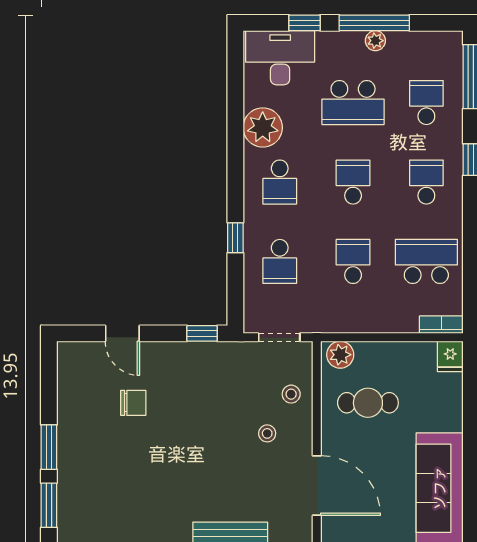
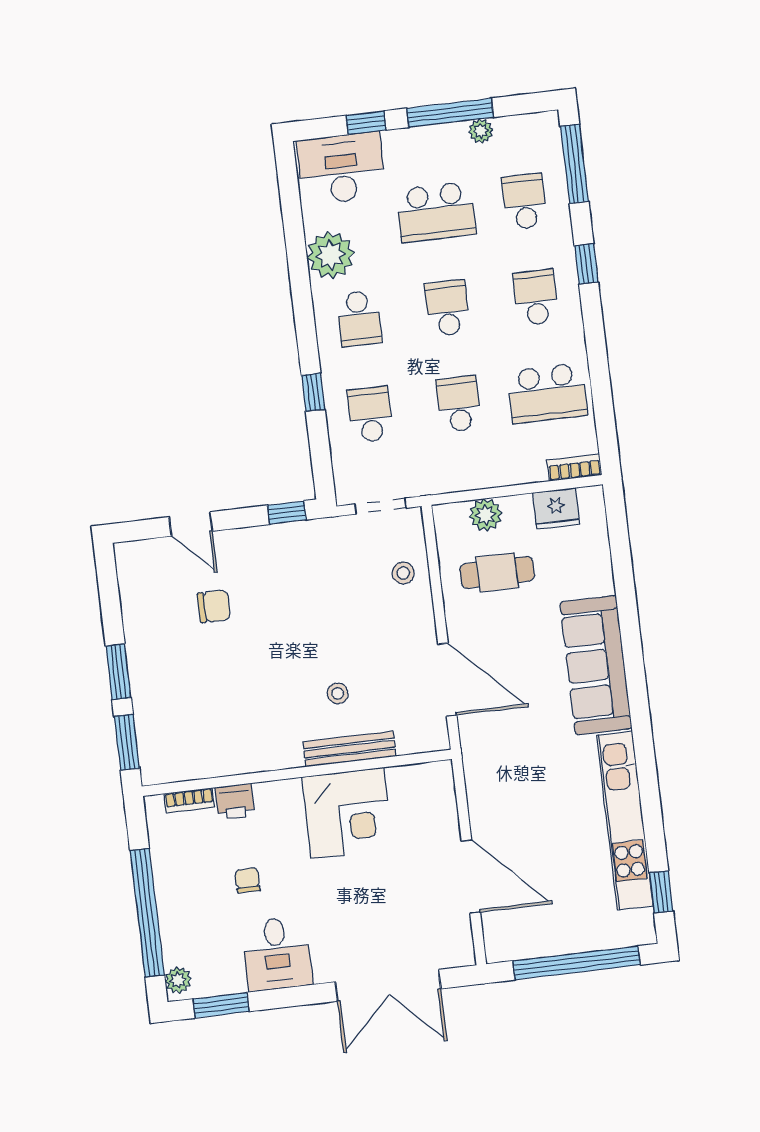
plant: (375, 41) -> (481, 131), moved
school desk: (280, 261) -> (370, 414), turned 180
school desk: (426, 261) -> (547, 393), turned 180
plant: (340, 355) -> (486, 515), moved
fridge: (450, 356) -> (556, 509), moved, width x1.38
stool: (267, 433) -> (338, 693), moved

